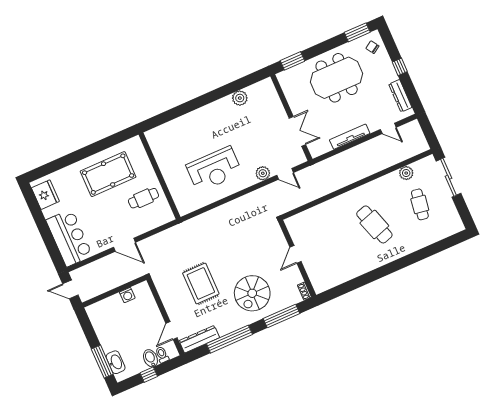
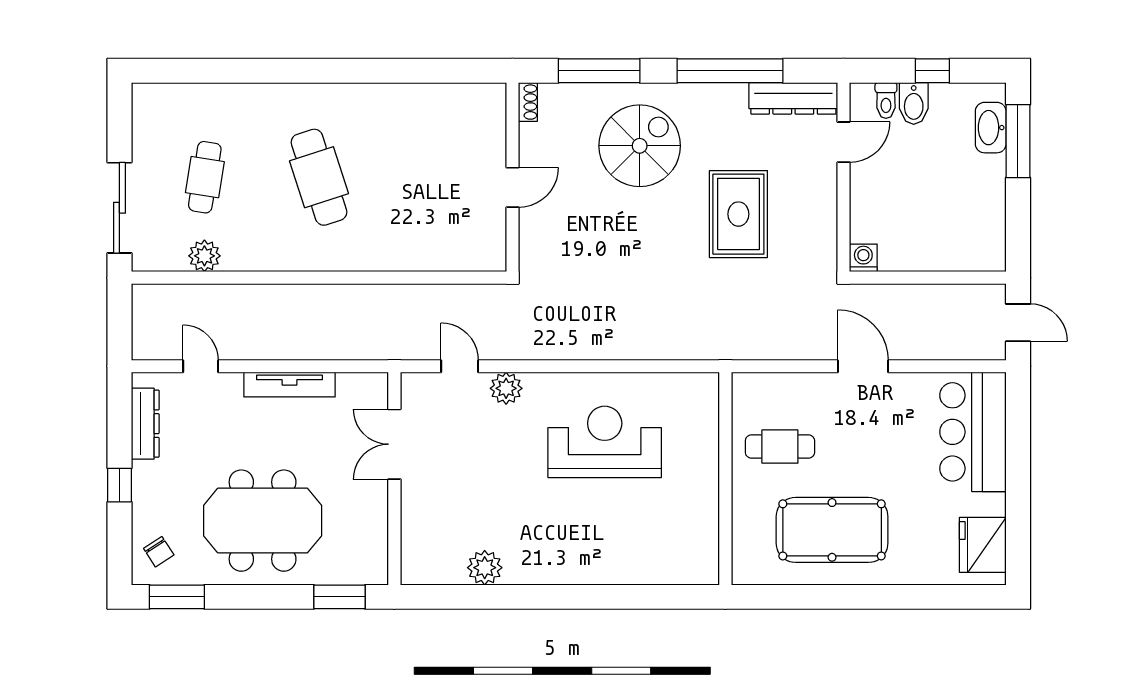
washing machine: (127, 295) -> (863, 258), moved

